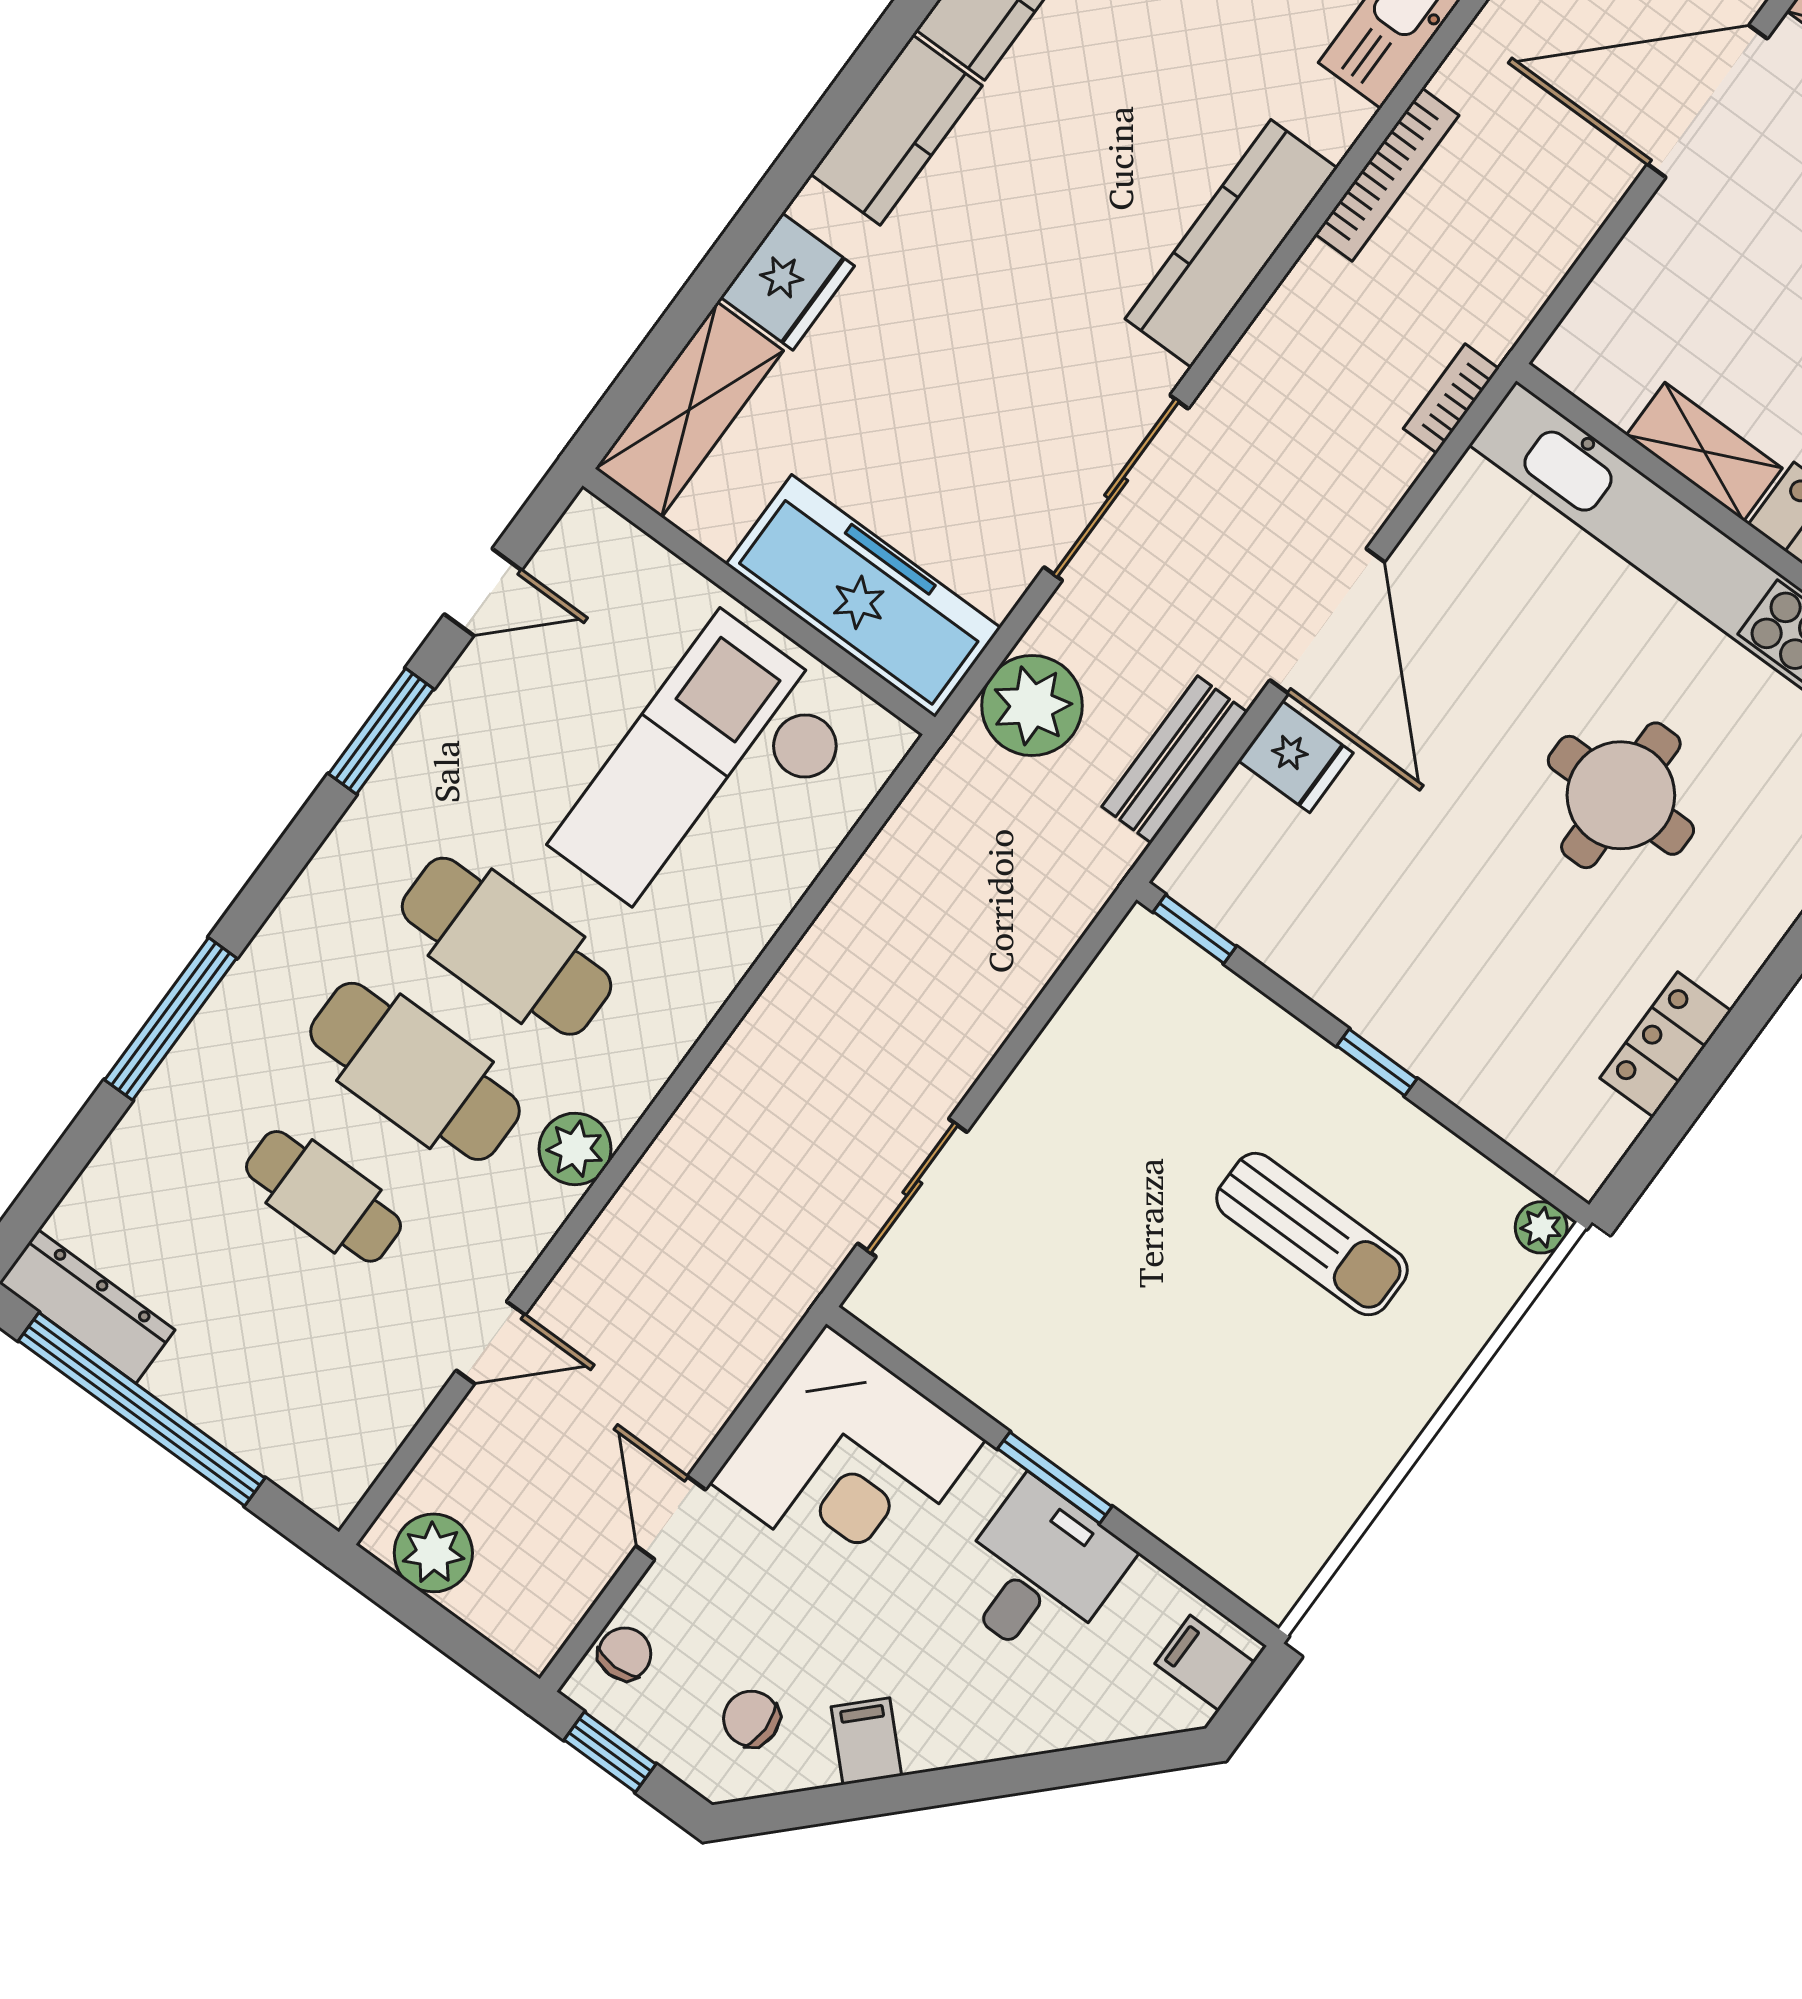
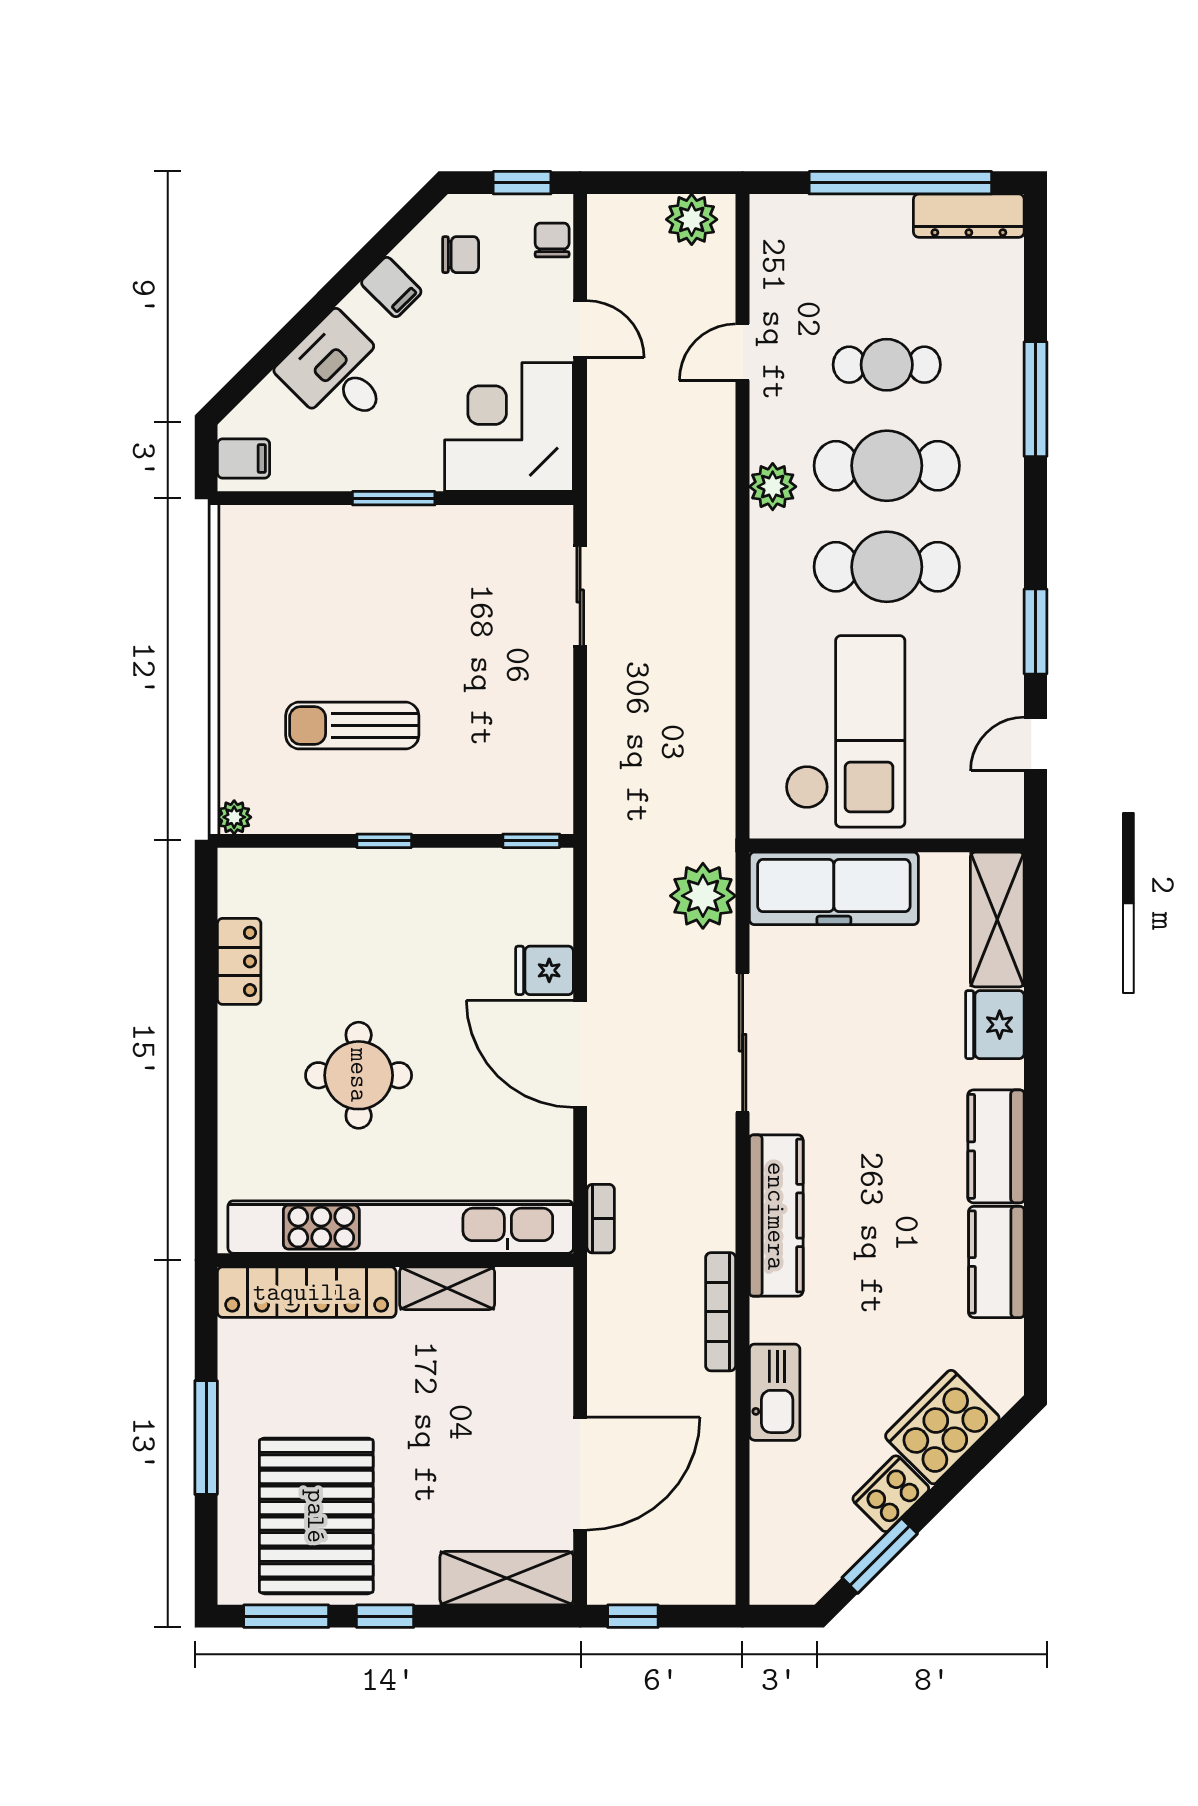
bench: (1175, 759) -> (607, 922), removed
desk: (1039, 1572) -> (338, 373), moved, turned 135
chair: (625, 1654) -> (552, 240), turned 180

